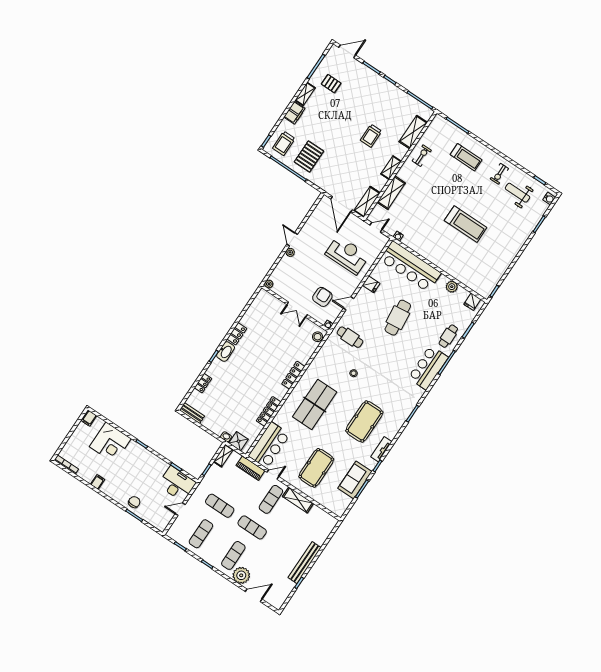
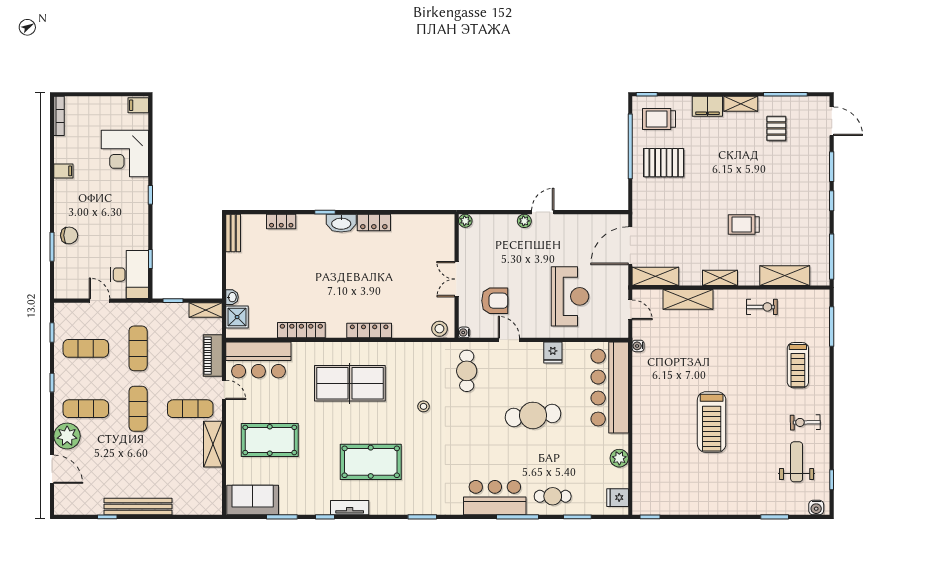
sofa: (355, 480) -> (253, 500), moved

